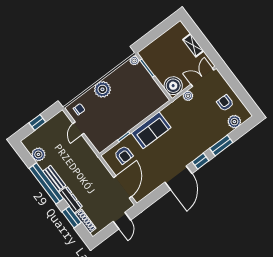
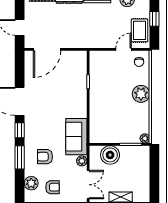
boiler: (173, 86) -> (110, 155), moved
rug: (55, 127) -> (140, 30), added
door: (78, 128) -> (124, 49), hinge flipped
sofa: (151, 130) -> (76, 137), moved
armchair: (124, 155) -> (45, 157), moved
door: (123, 187) -> (47, 49), hinge flipped

